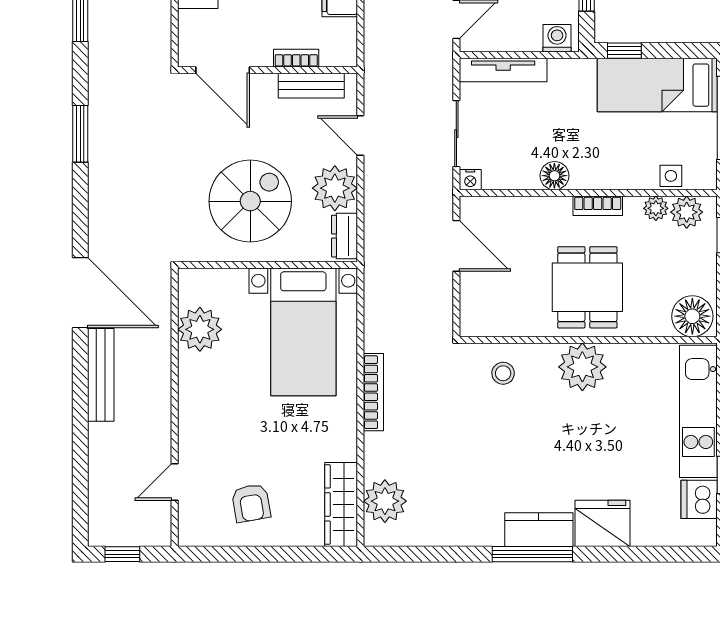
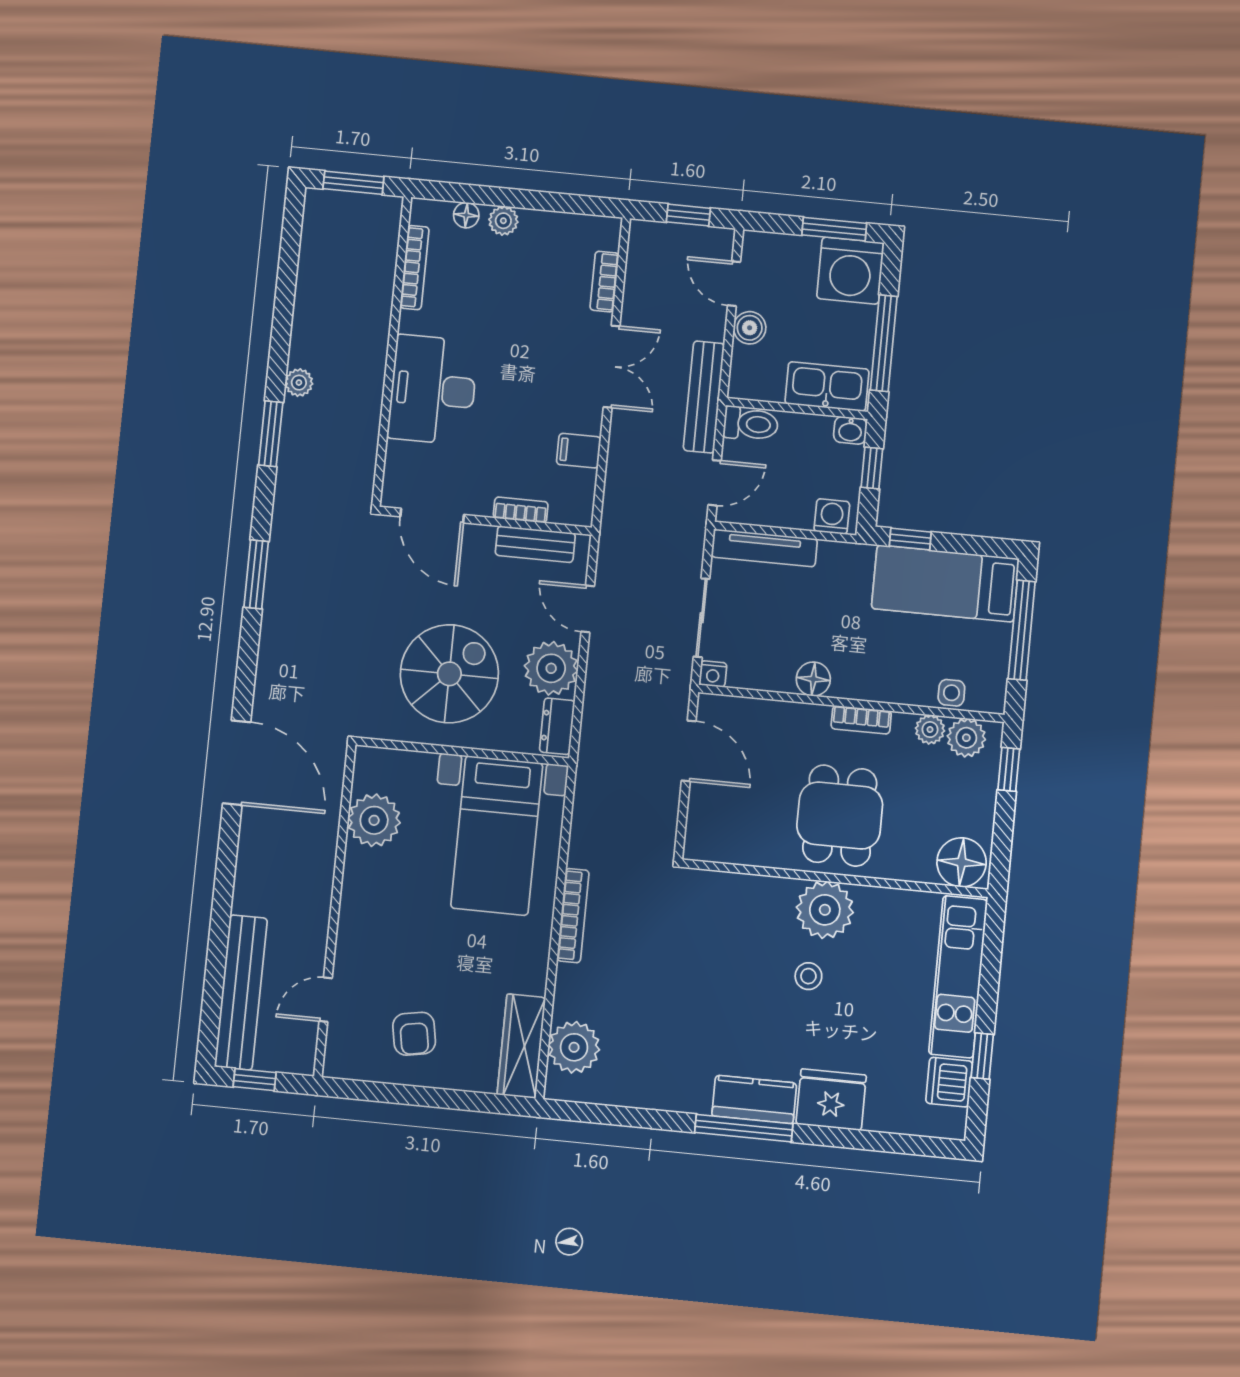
stool: (503, 373) -> (808, 976), moved
bench: (101, 375) -> (241, 992), moved, width x1.37, depth x1.21

